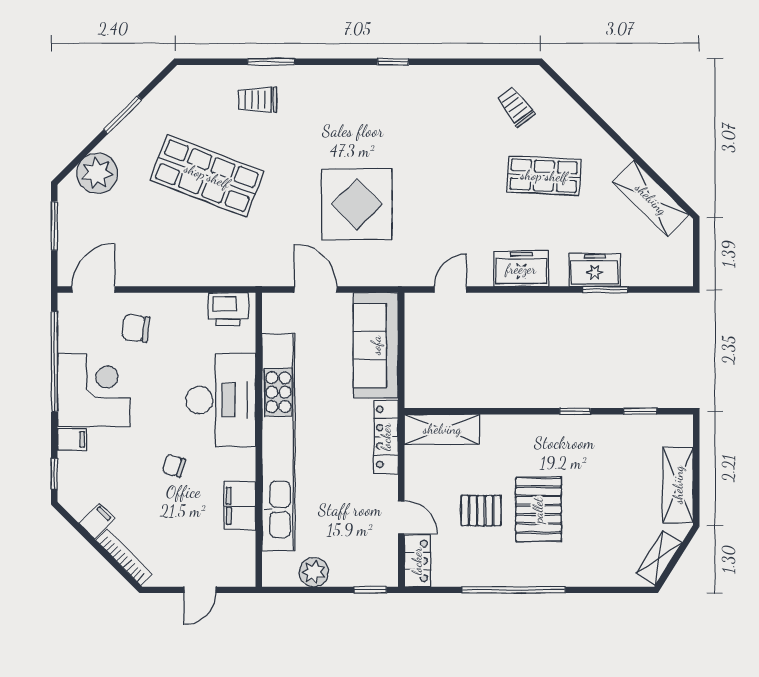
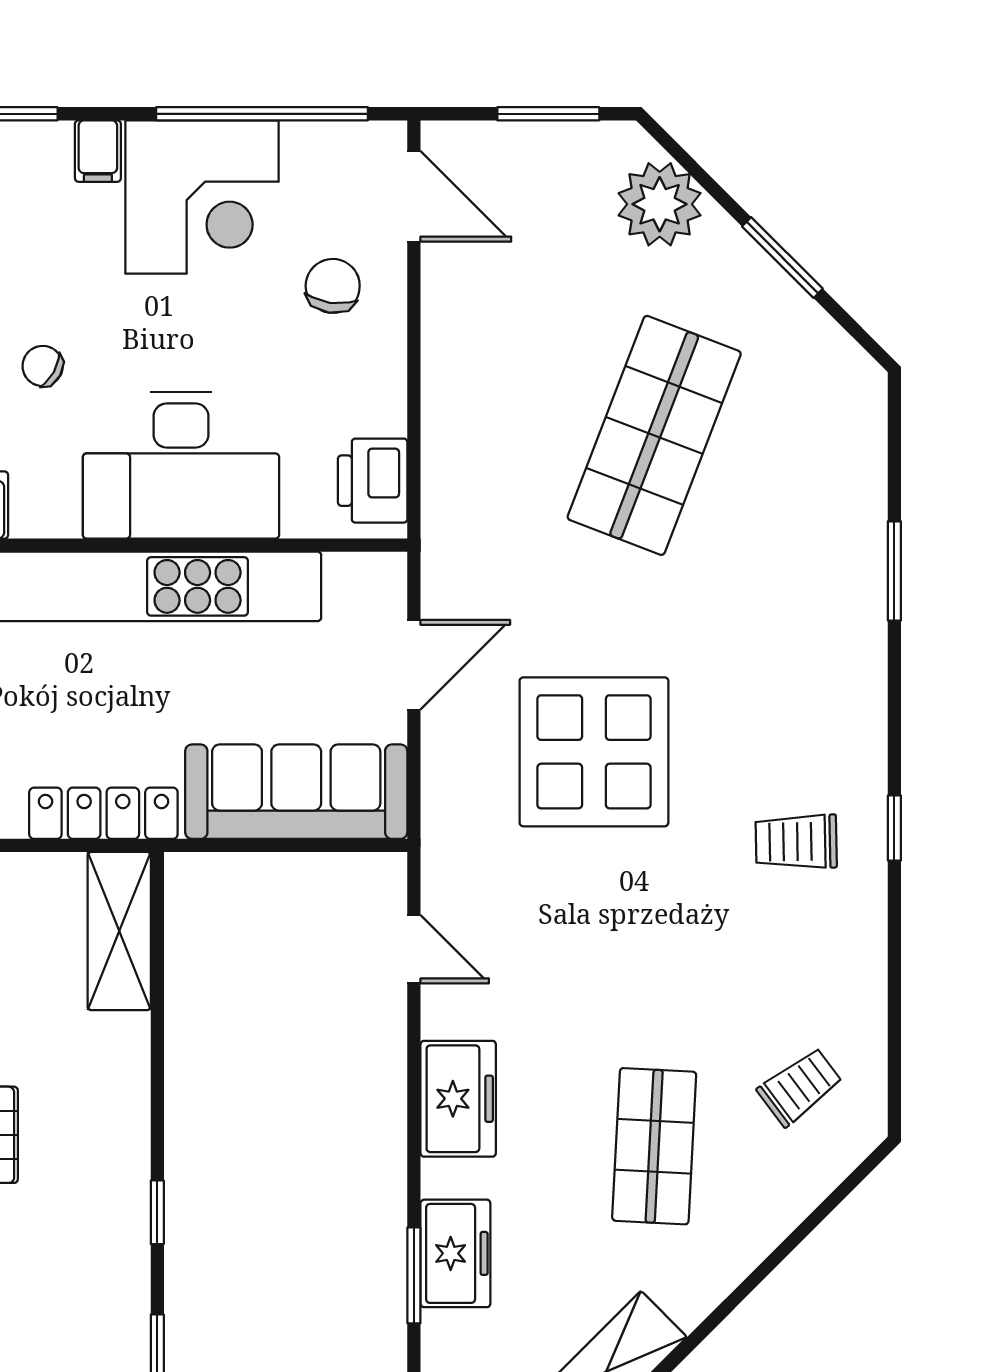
trolley: (258, 100) -> (796, 842), moved, turned -91
chair: (174, 466) -> (43, 366), turned -78

